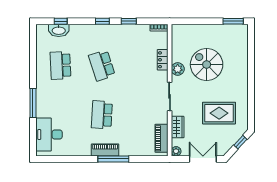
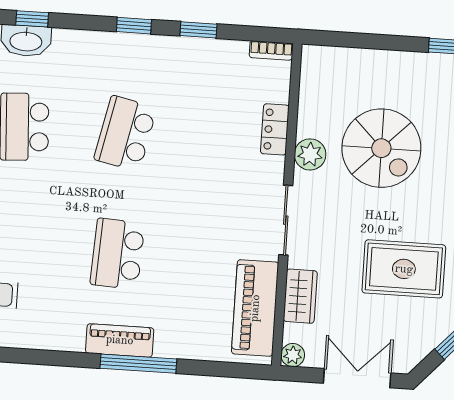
spiral stairs: (207, 64) -> (381, 148), turned 180
school desk: (102, 65) -> (125, 133), turned 30
piano: (161, 138) -> (255, 308), width x1.37, depth x1.33

